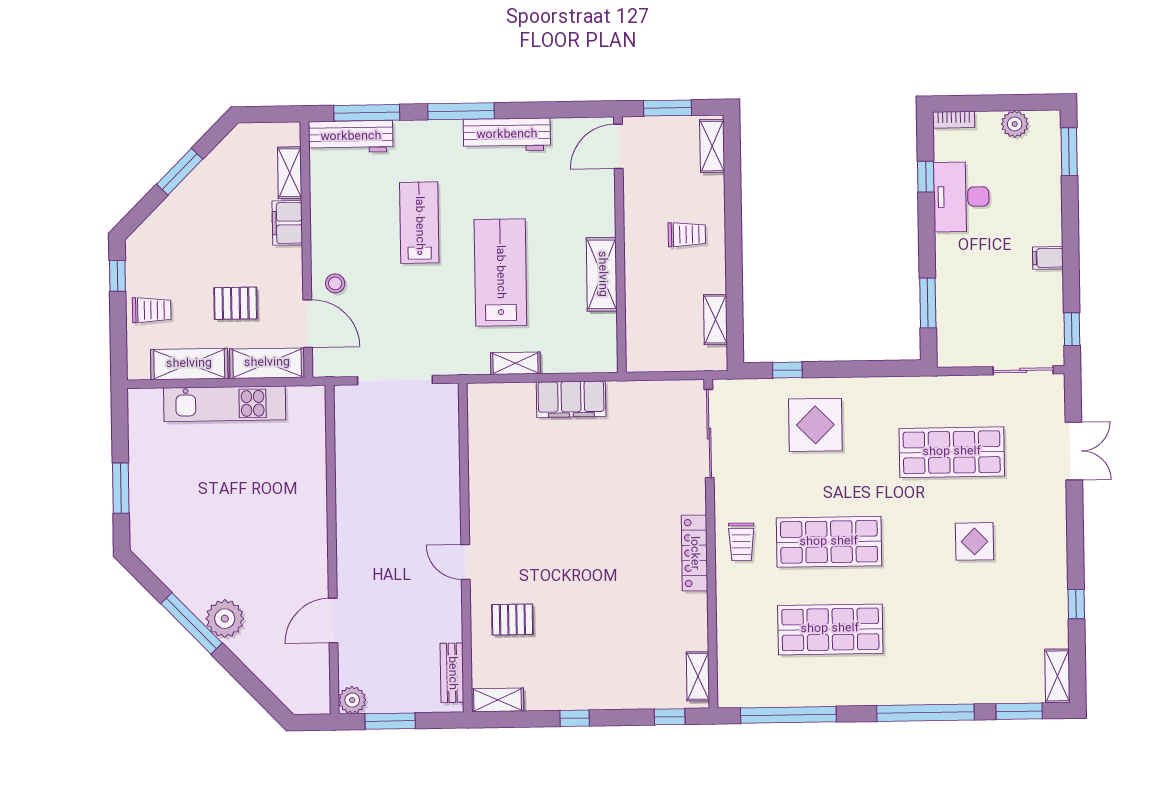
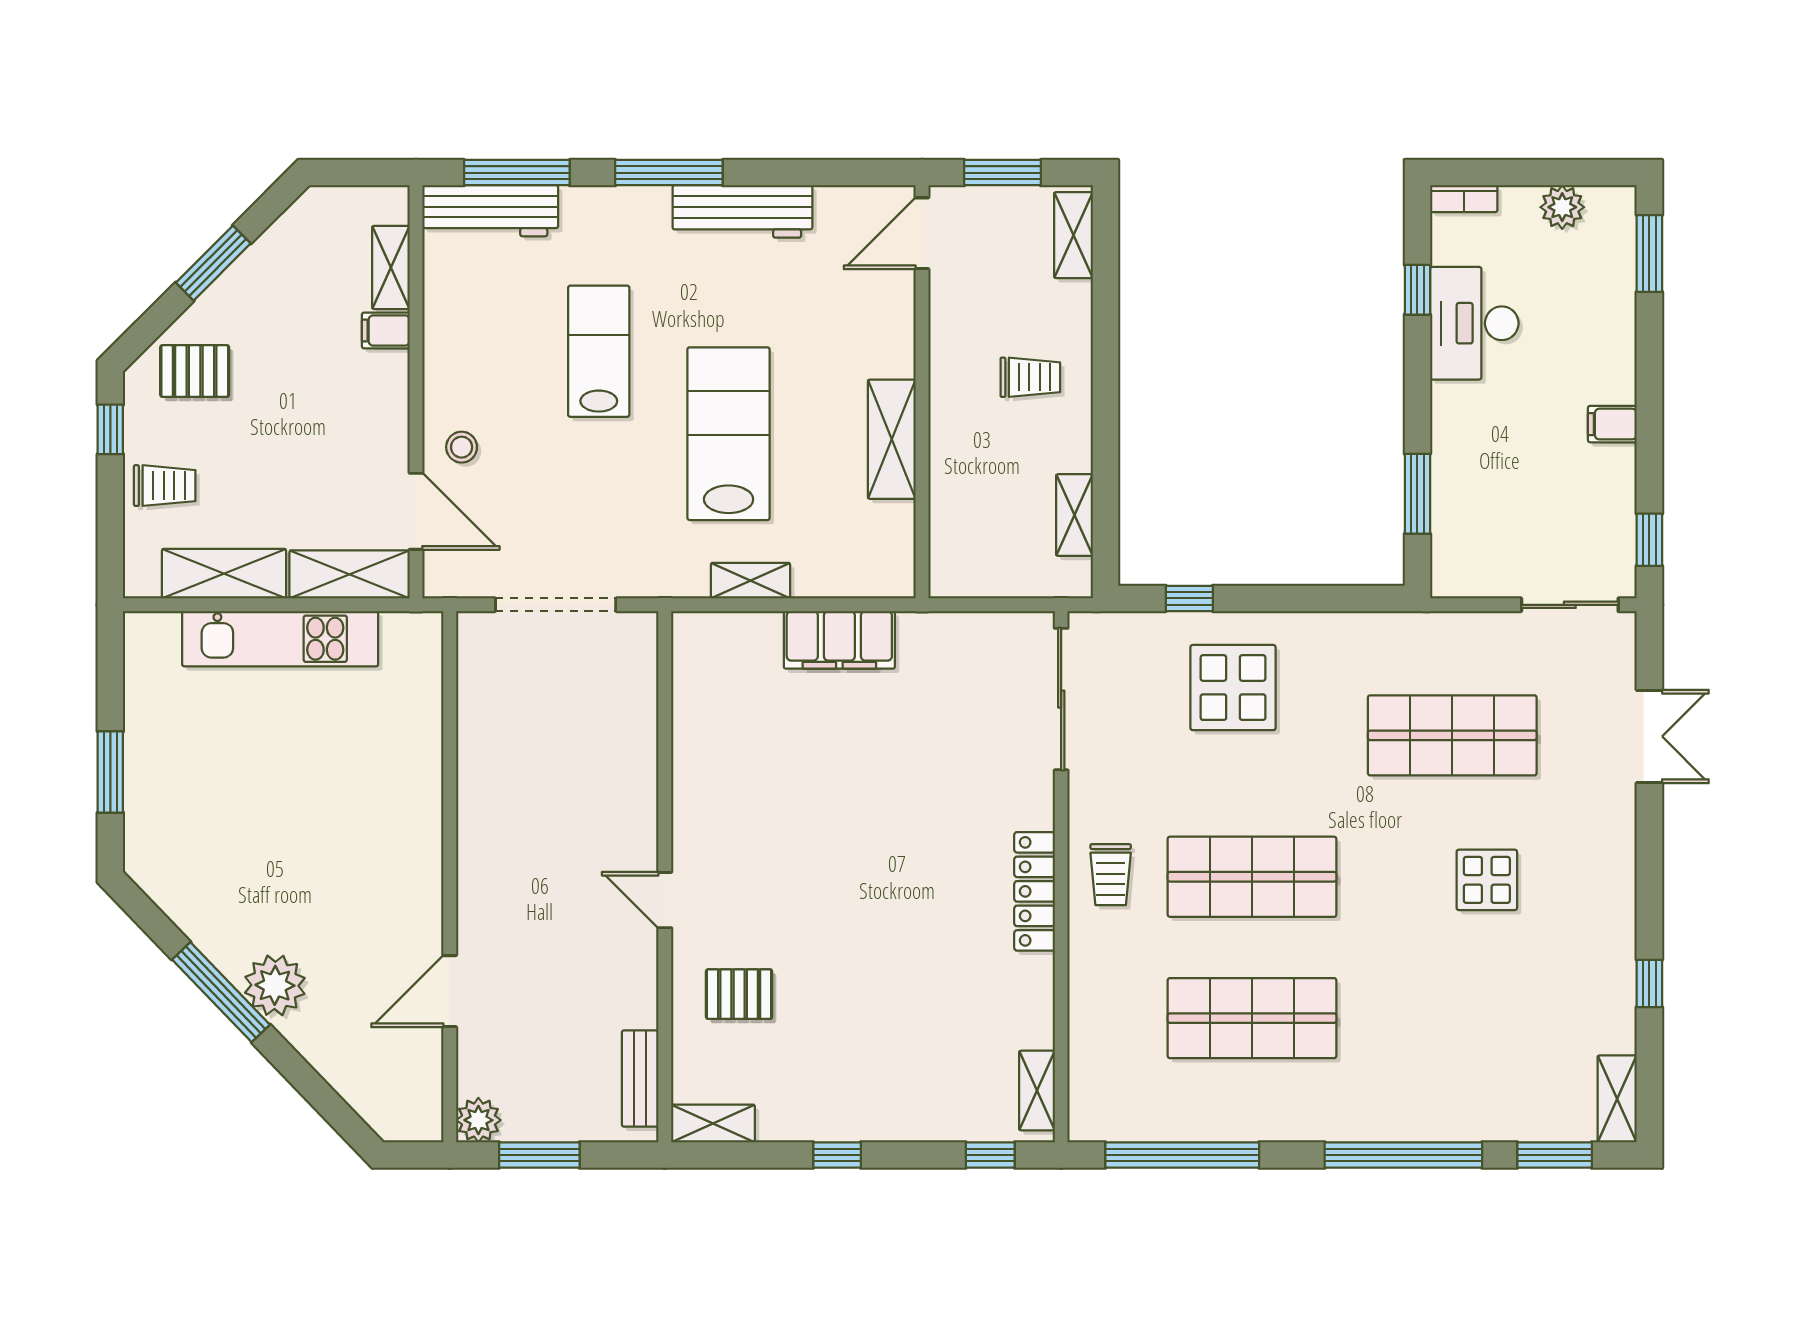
filing cabinet: (287, 223) -> (386, 330), width x0.50
pallet: (236, 303) -> (195, 371), moved

